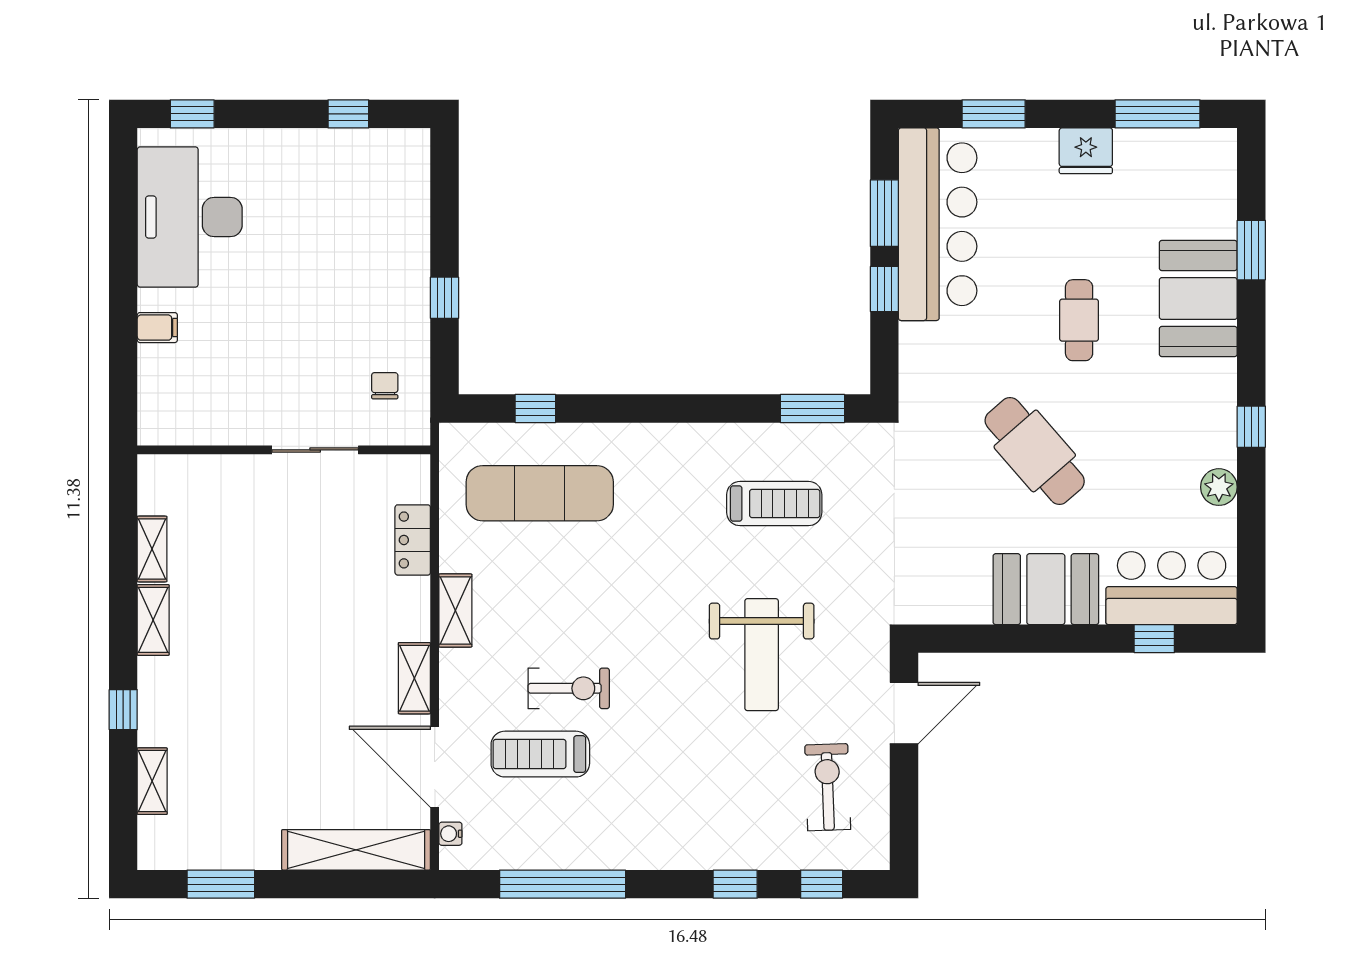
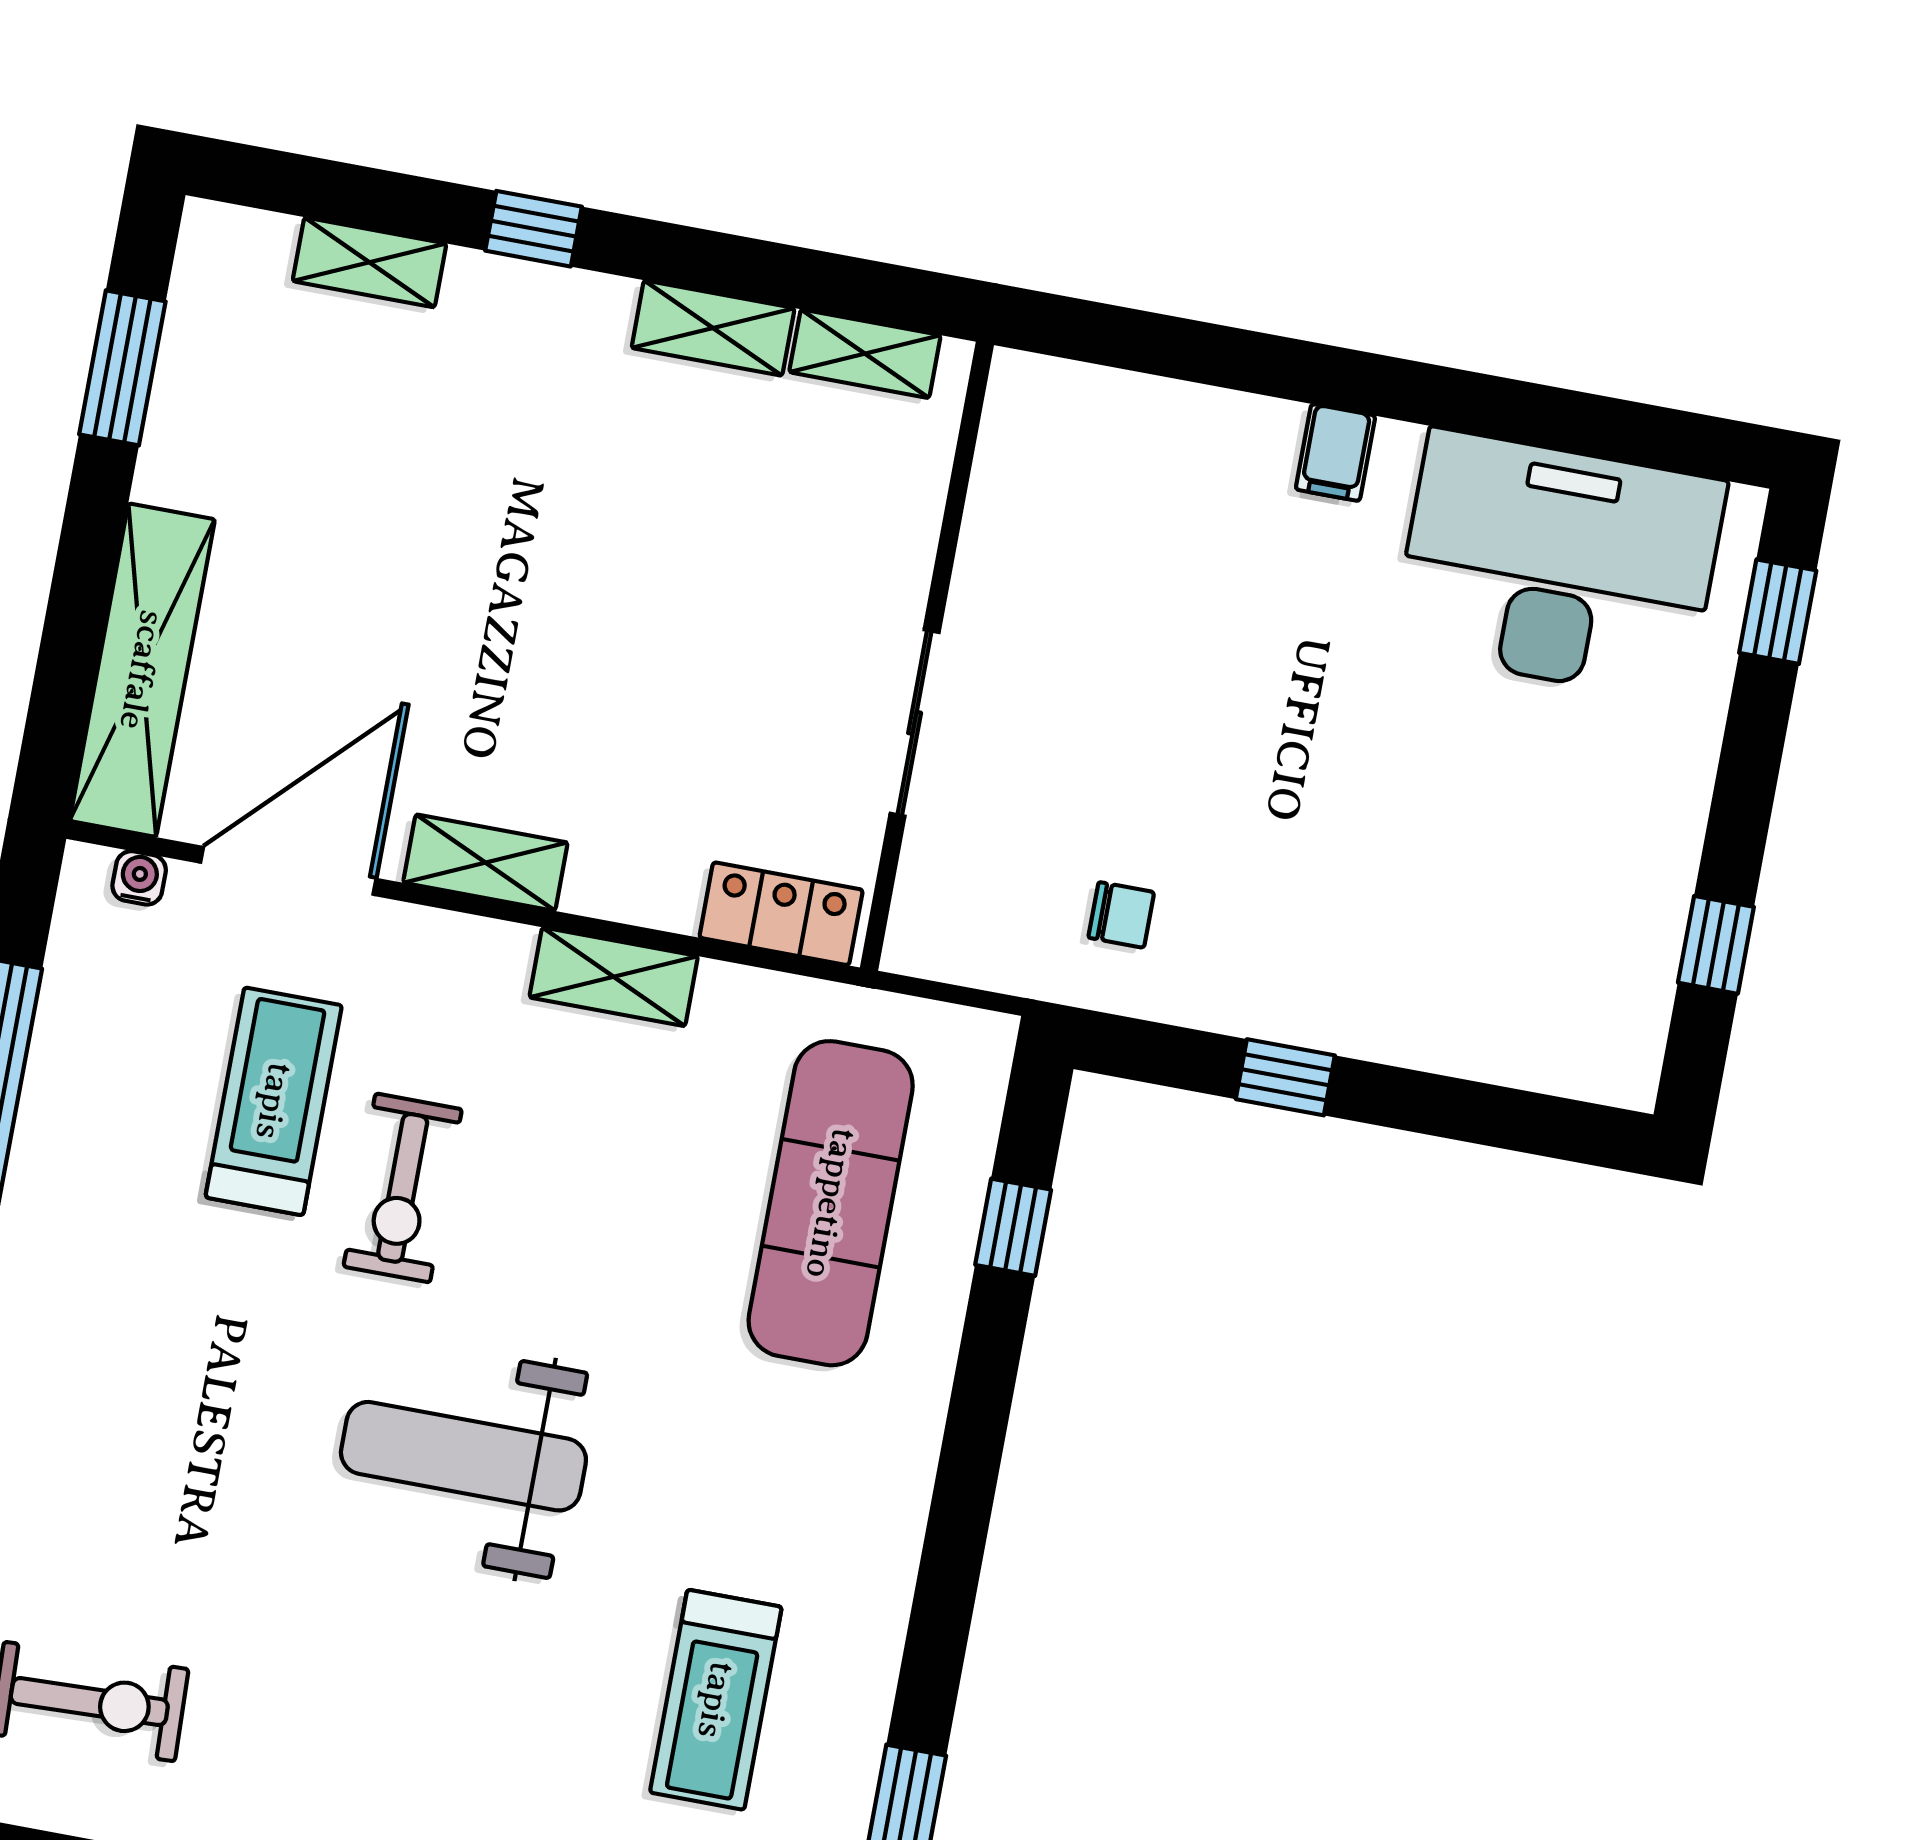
wall: (284, 450) -> (927, 656), moved
sliding door: (315, 450) -> (915, 723), moved
weight bench: (762, 655) -> (463, 1456), moved

